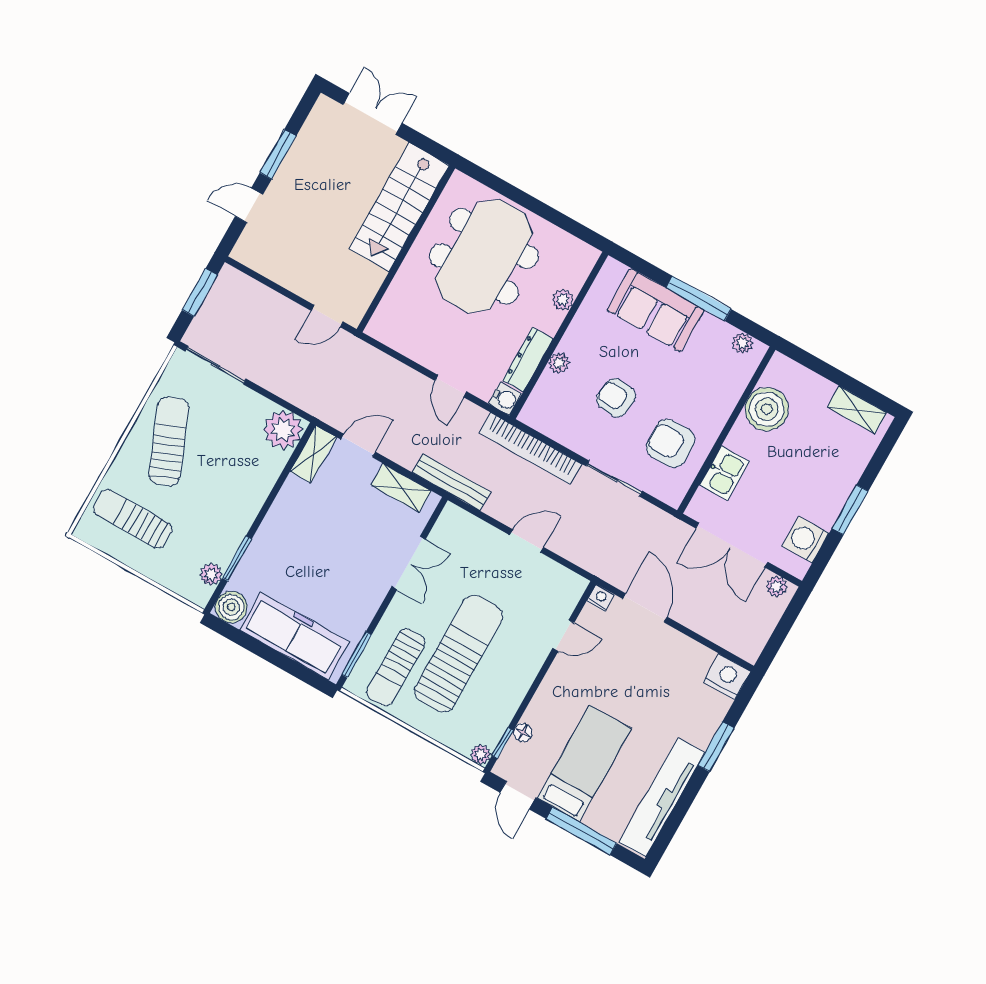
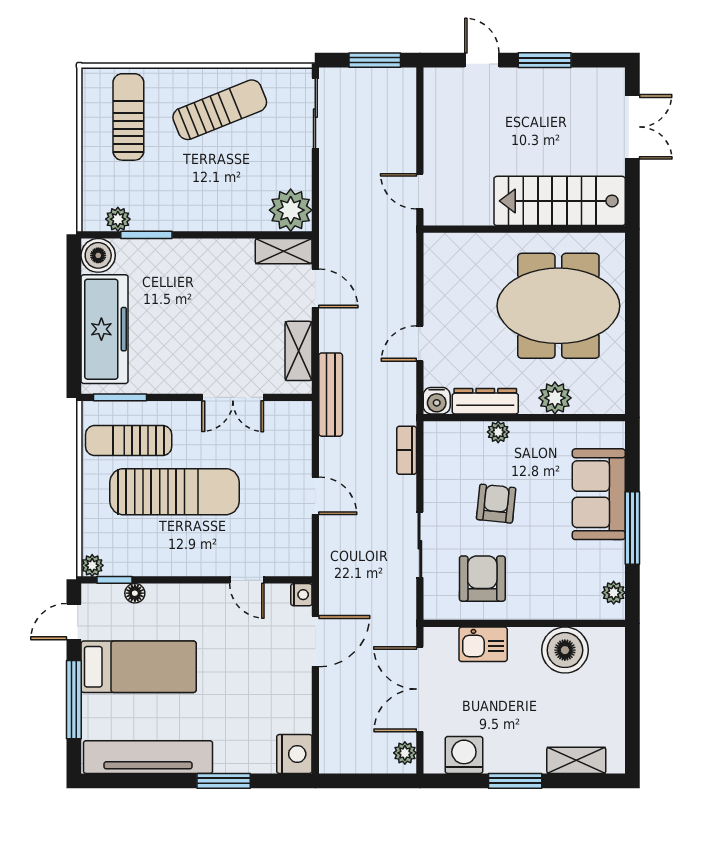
plant: (563, 300) -> (555, 398), width x1.38, depth x1.38
shelving: (857, 410) -> (576, 760), moved, turned 90
bookcase: (530, 448) -> (407, 450), width x0.43, depth x0.76

